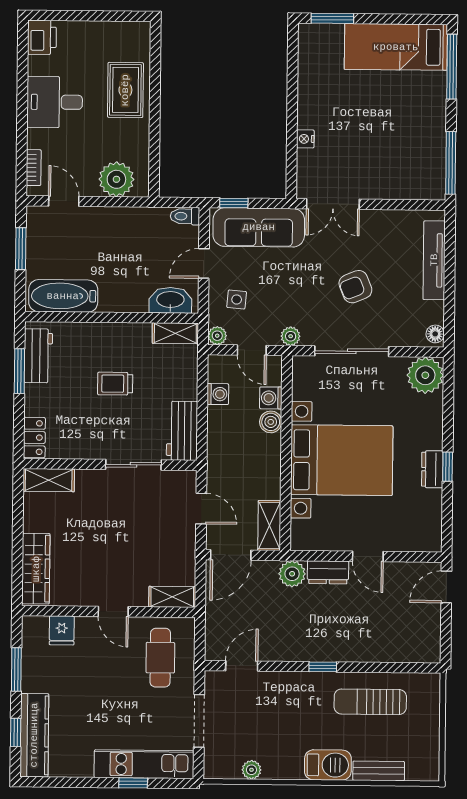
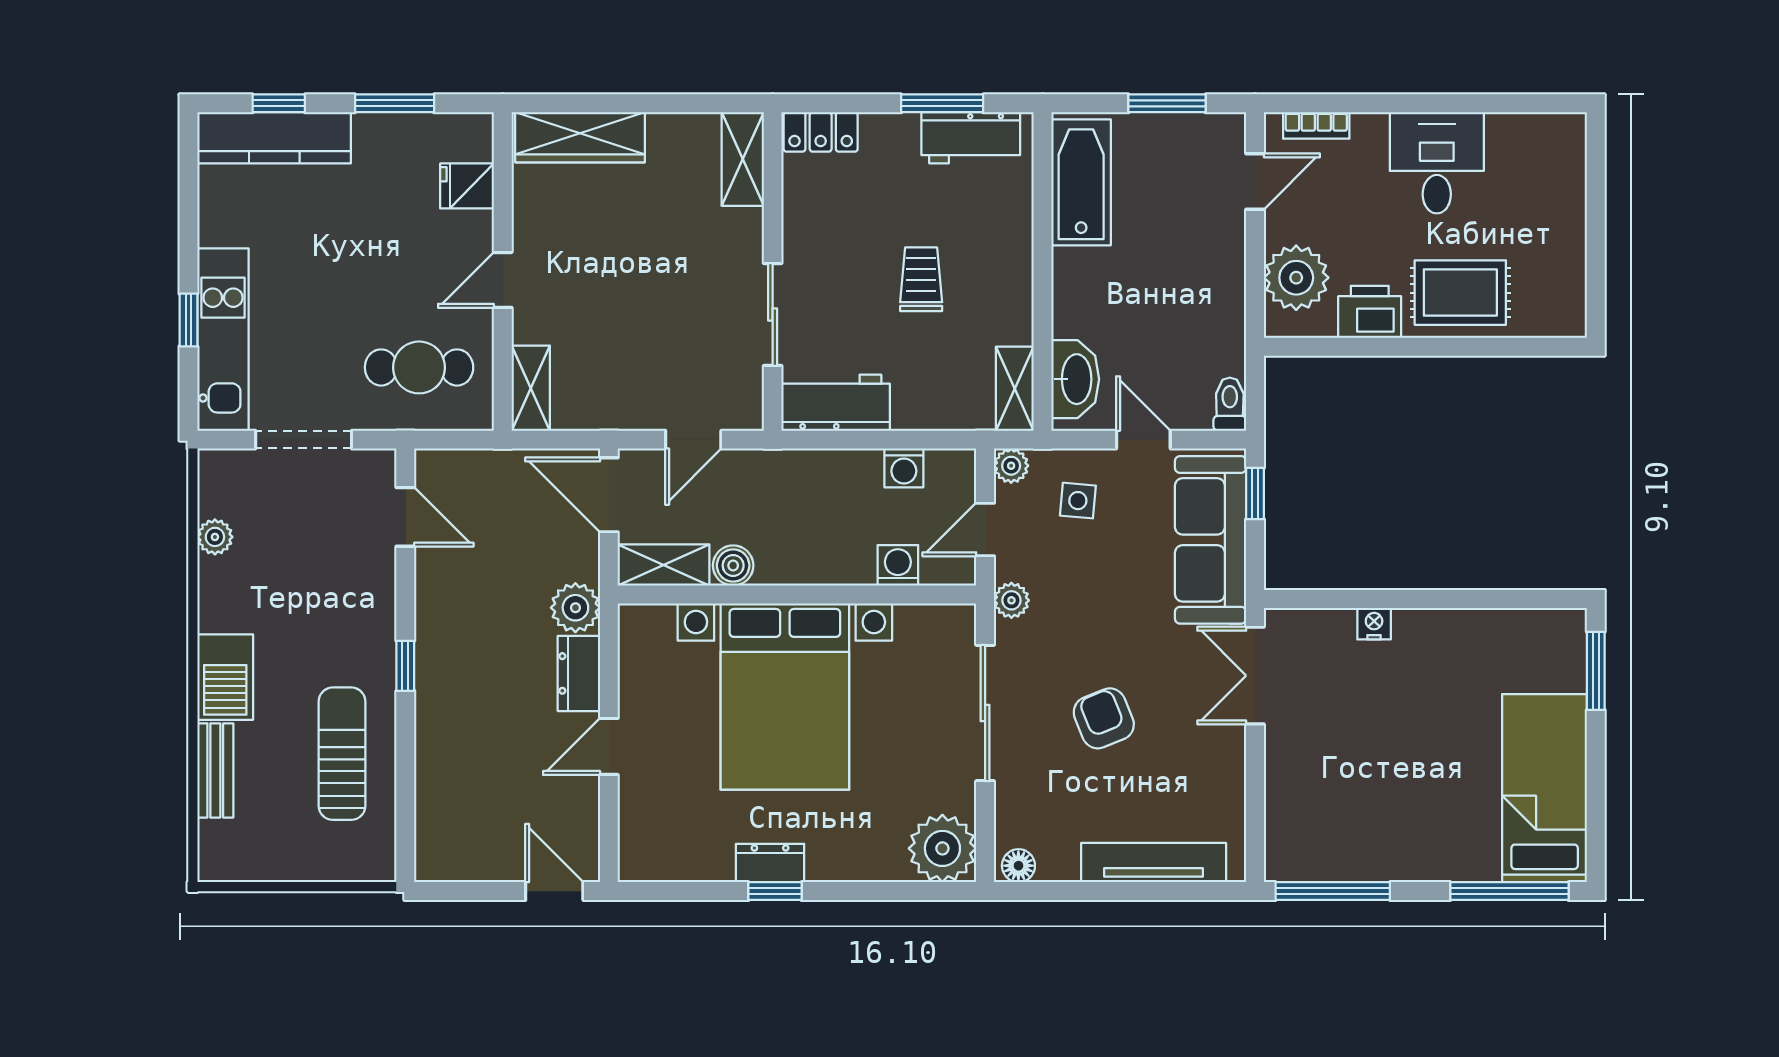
printer: (42, 37) -> (1370, 312), moved, turned 180
boiler: (271, 422) -> (733, 565), moved

